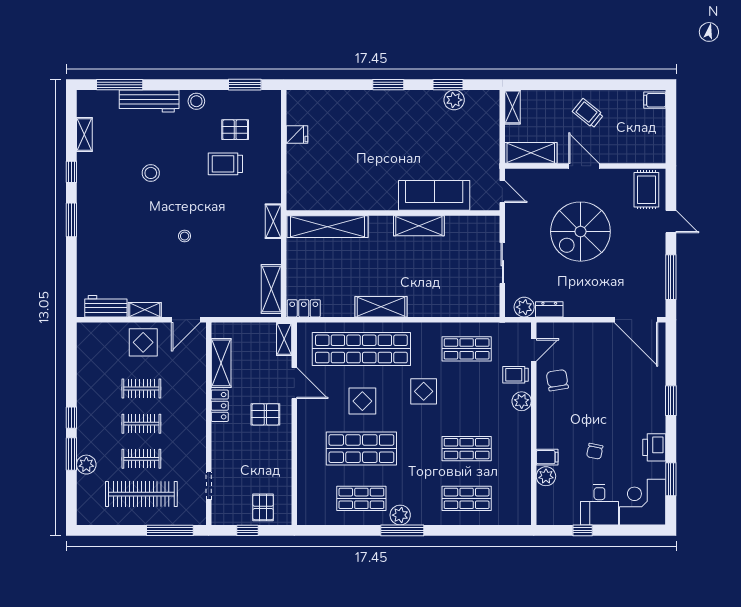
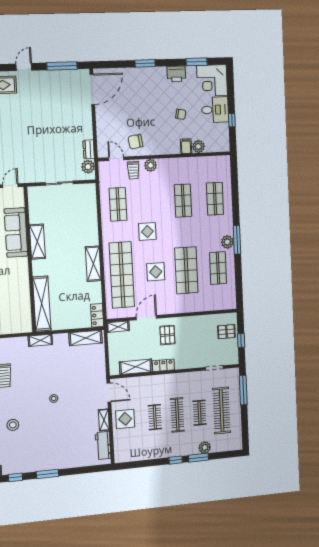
spiral stairs: (580, 232) -> (35, 130), removed
clothes rail: (141, 424) -> (177, 415), width x1.36

